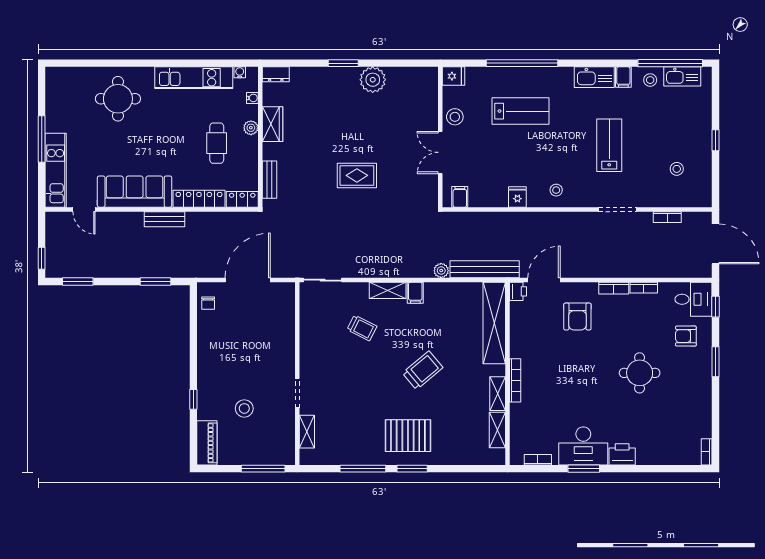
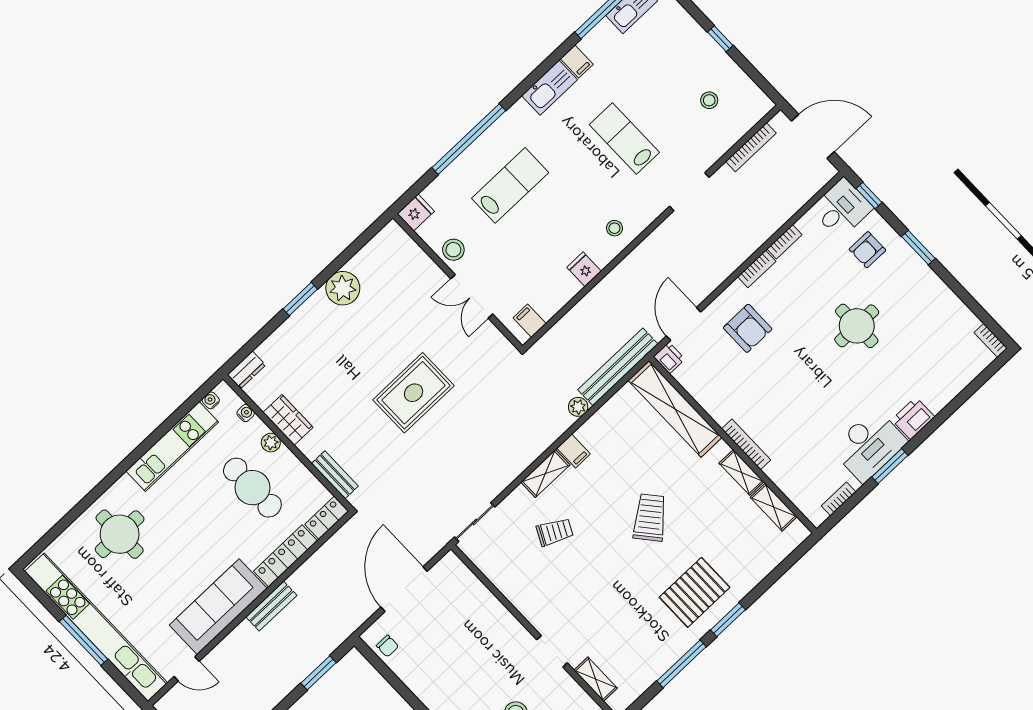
stool: (650, 80) -> (605, 40), removed
cafe table: (217, 143) -> (252, 488), width x1.37, depth x1.35
kitchen unit: (56, 170) -> (96, 627), width x1.86
rug: (357, 175) -> (414, 393), width x1.36, depth x1.43
bookcase: (667, 217) -> (751, 147), width x1.56

